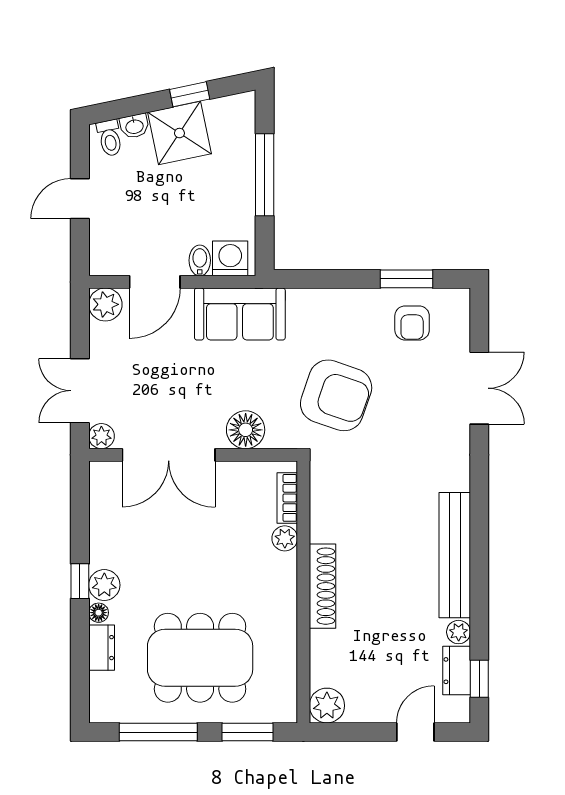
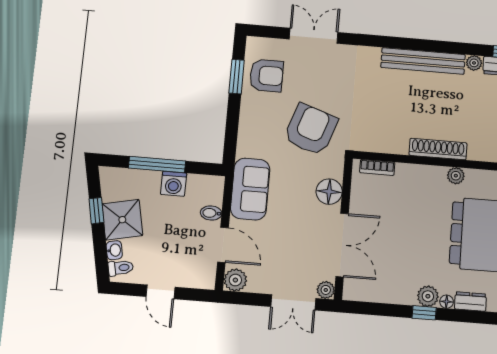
washing machine: (230, 258) -> (174, 184), moved, turned -90
armchair: (412, 323) -> (266, 75), width x1.38, depth x1.38
plant: (285, 538) -> (456, 176), moved

